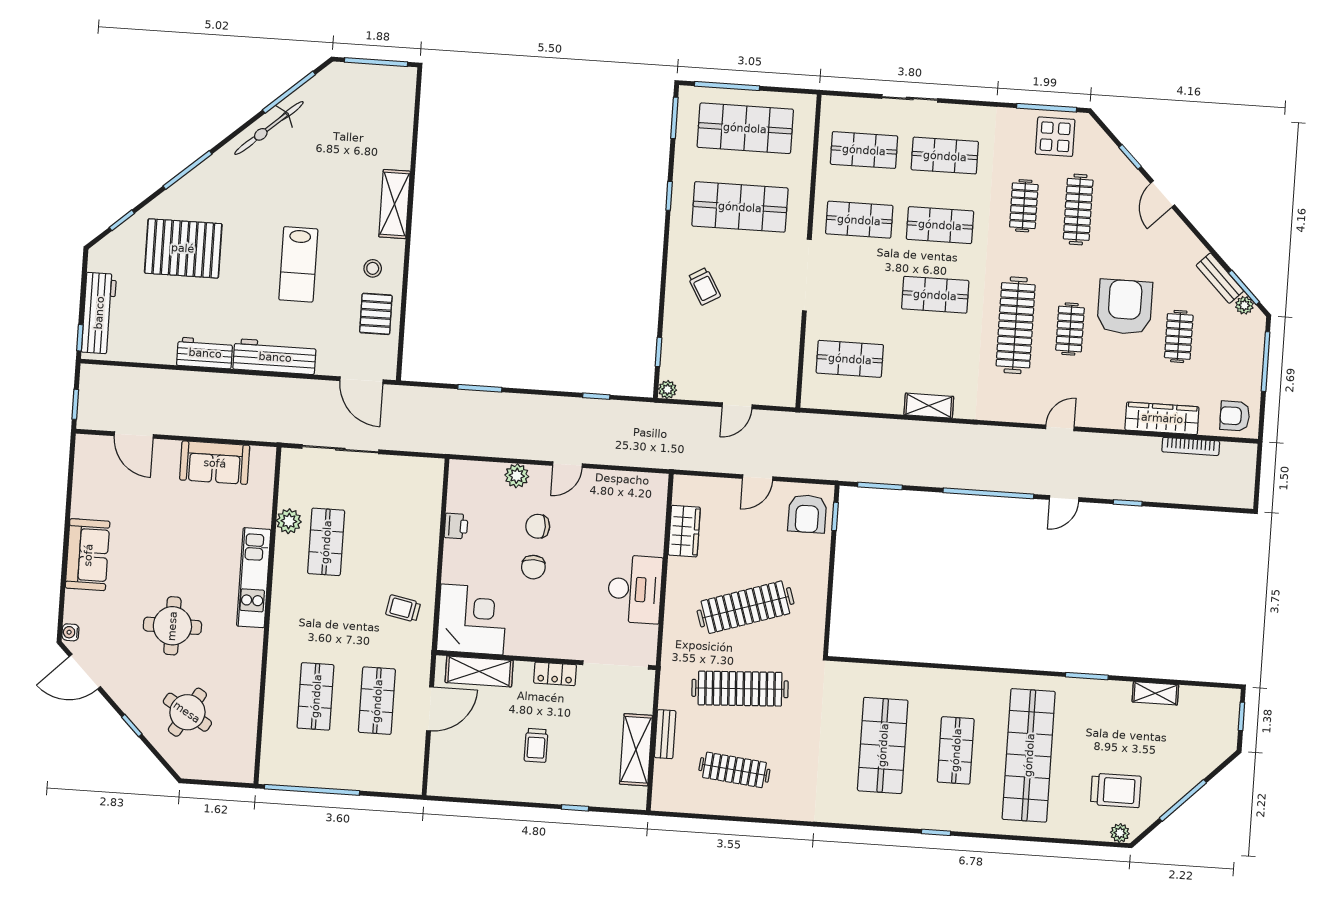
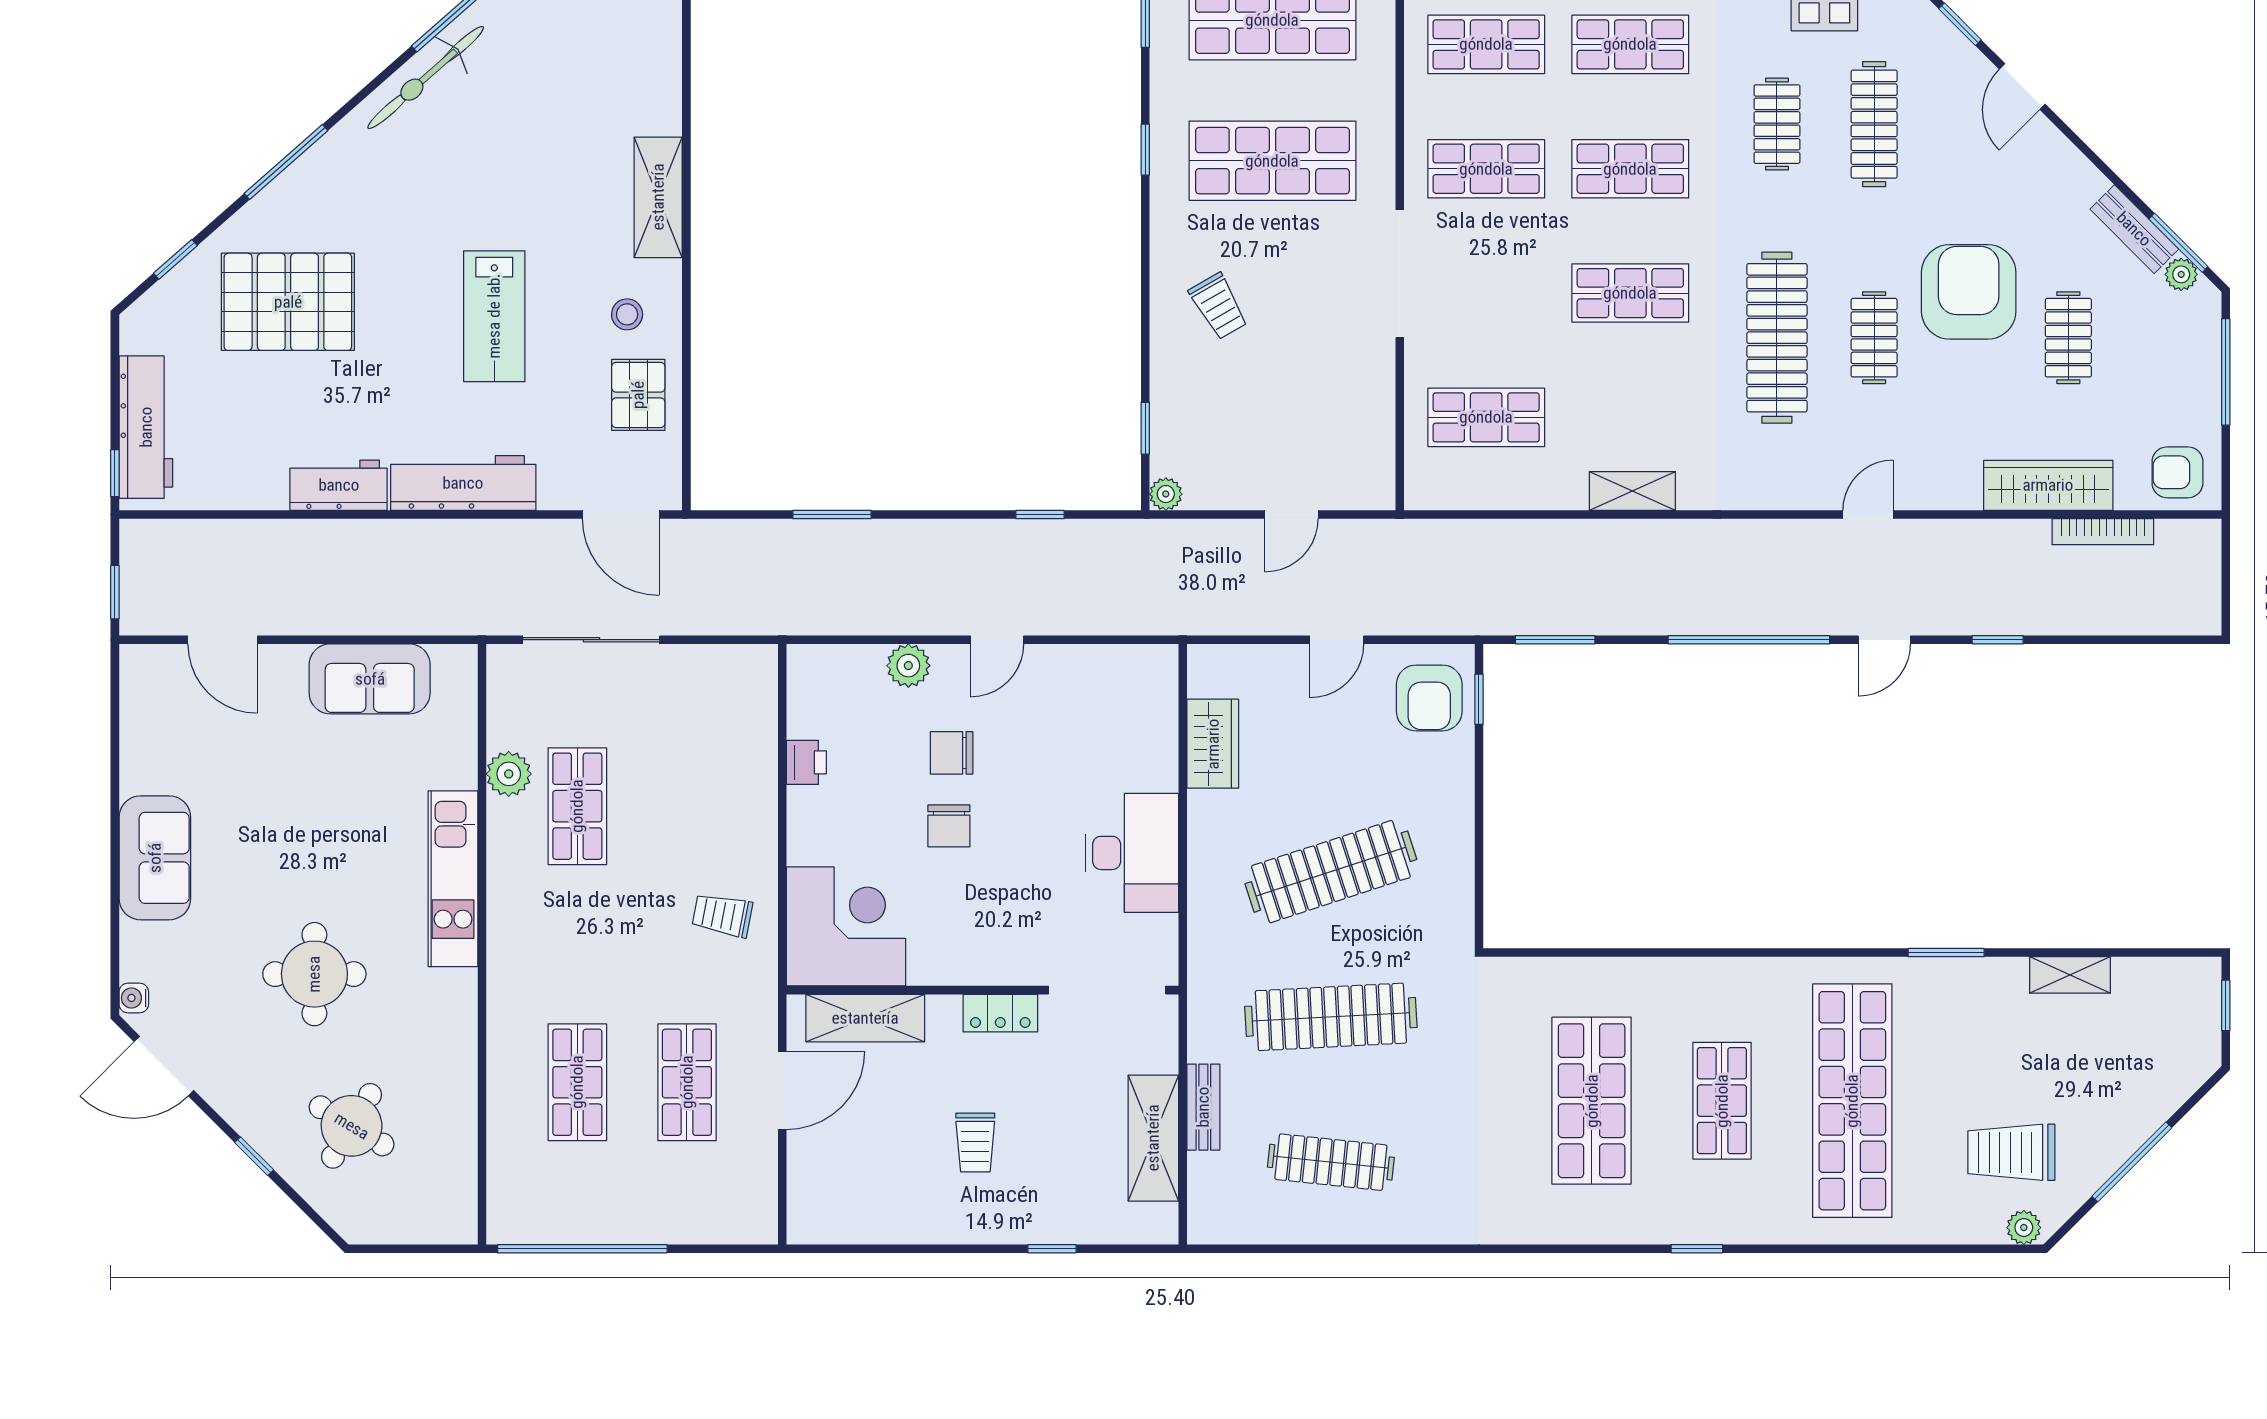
trolley: (1116, 790) -> (2011, 1152), turned 180

